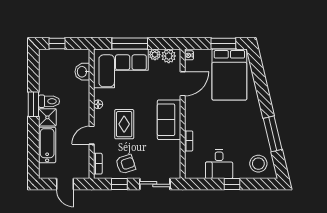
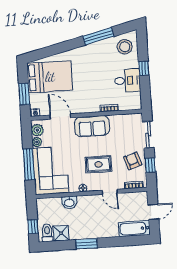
window: (223, 44) -> (24, 94), moved
washbasin: (82, 72) -> (69, 202), moved
toilet: (49, 101) -> (47, 233), moved
shower: (47, 117) -> (61, 233), moved
bathtub: (47, 145) -> (134, 229), moved

